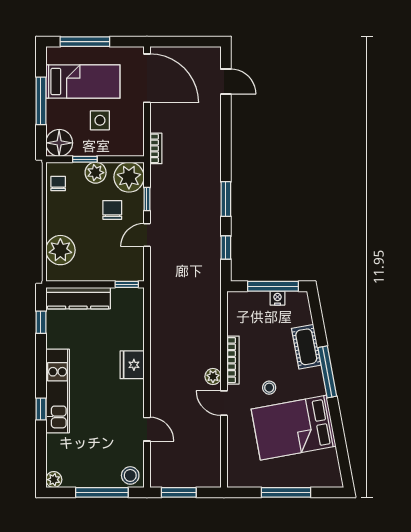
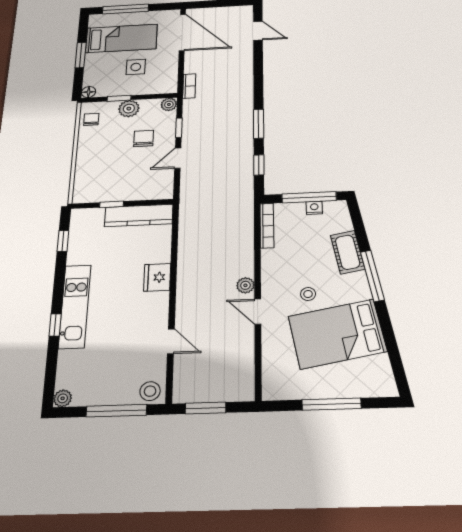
window: (41, 101) -> (81, 55), width x0.69
floor lamp: (59, 143) -> (89, 92), width x0.53, depth x0.53
plant: (129, 177) -> (169, 104), width x0.53, depth x0.53
plant: (60, 250) -> (89, 175), removed
window: (127, 284) -> (112, 204), moved
kitchen counter: (78, 298) -> (139, 215), moved
bookcase: (233, 360) -> (267, 226), moved

